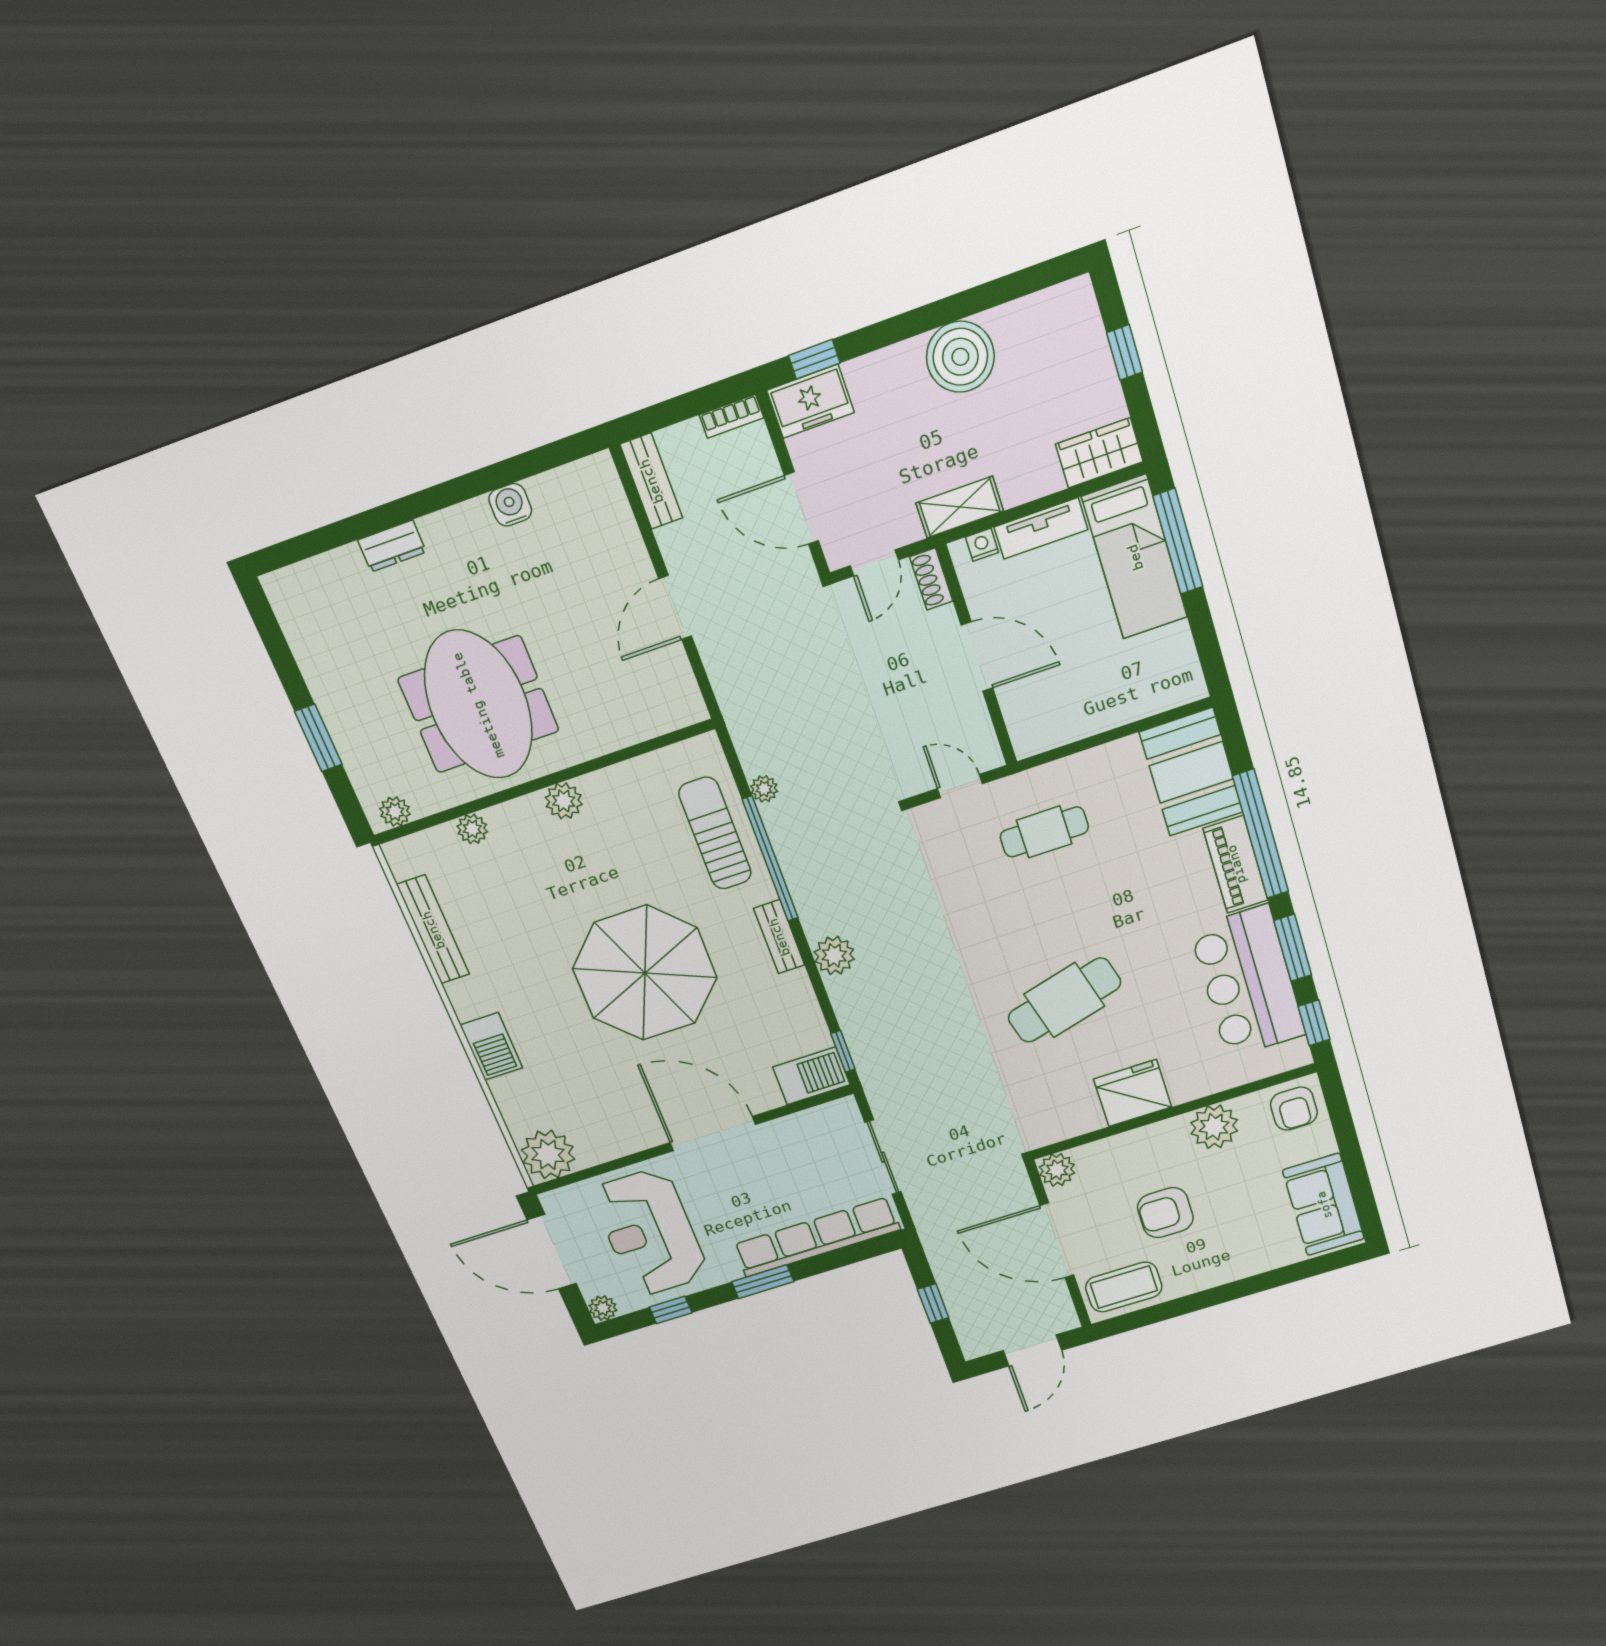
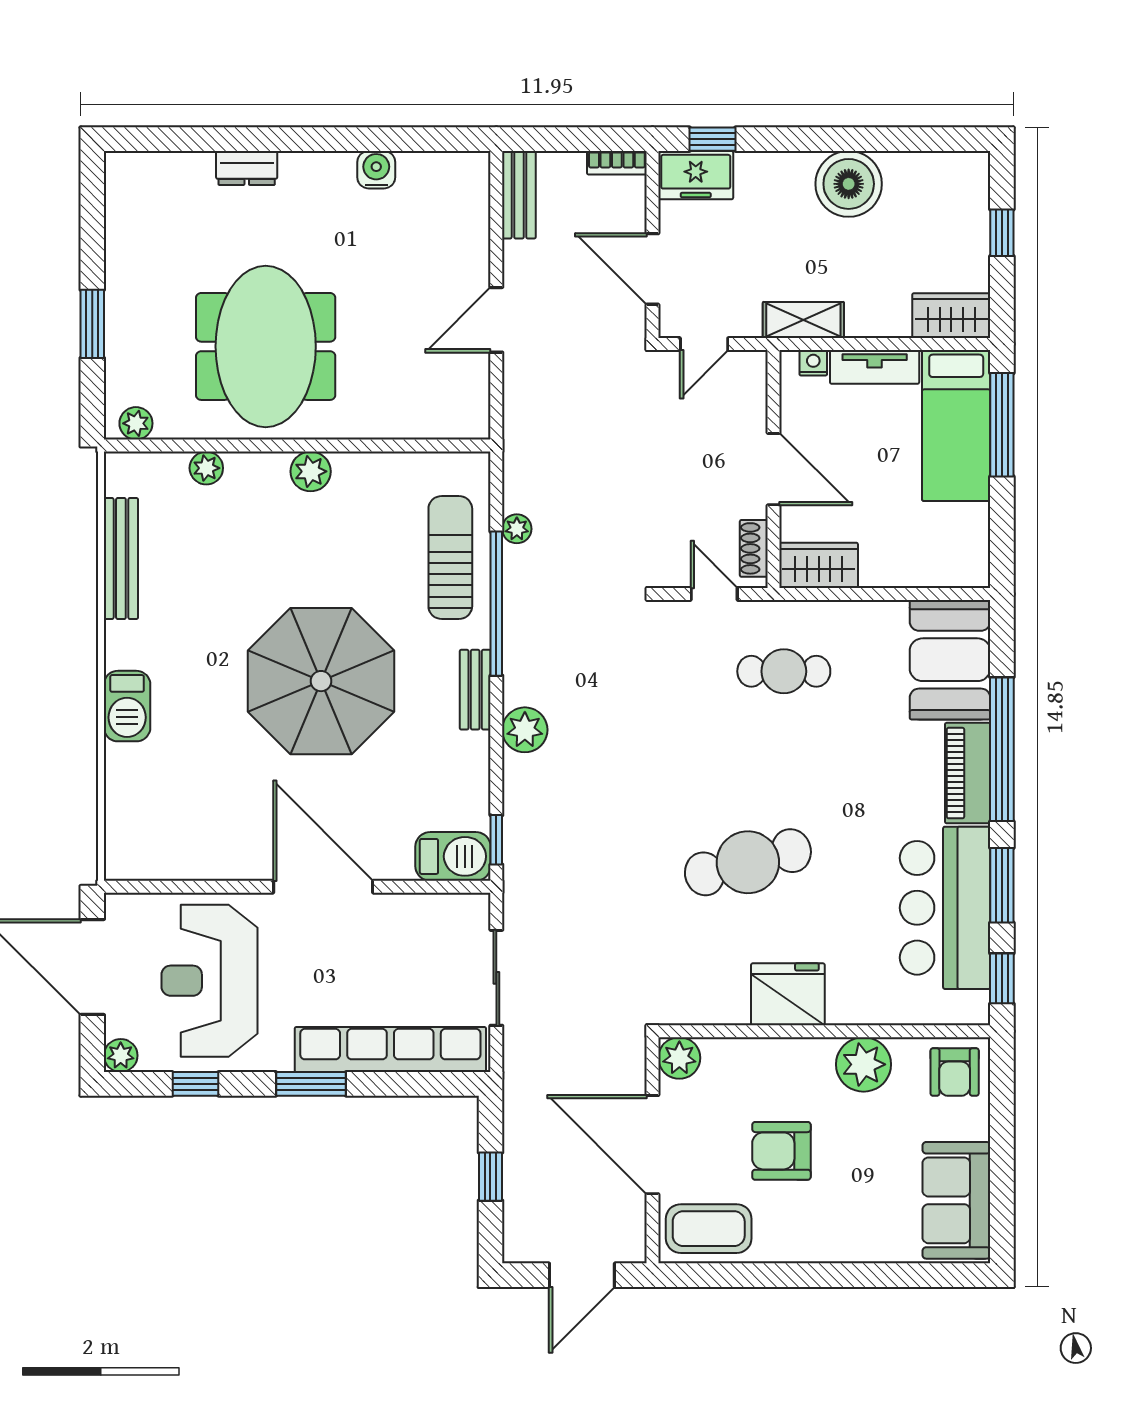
shoe rack: (931, 579) -> (754, 548), moved
wardrobe: (1046, 729) -> (819, 565), added
plant: (548, 1154) -> (136, 850), removed

